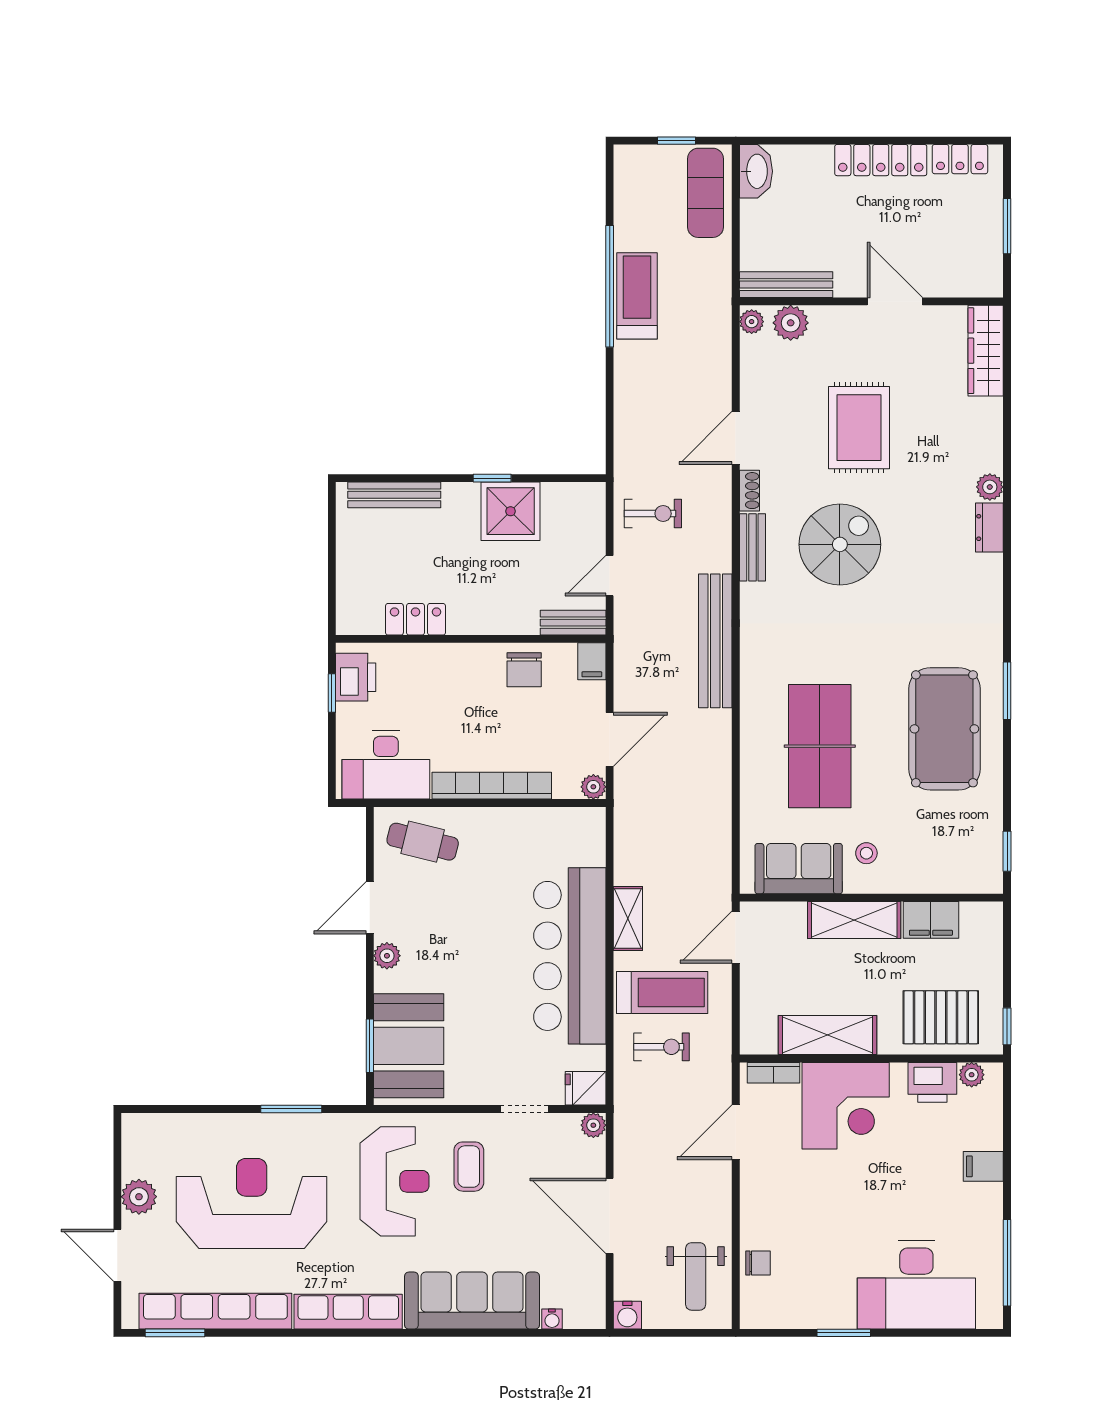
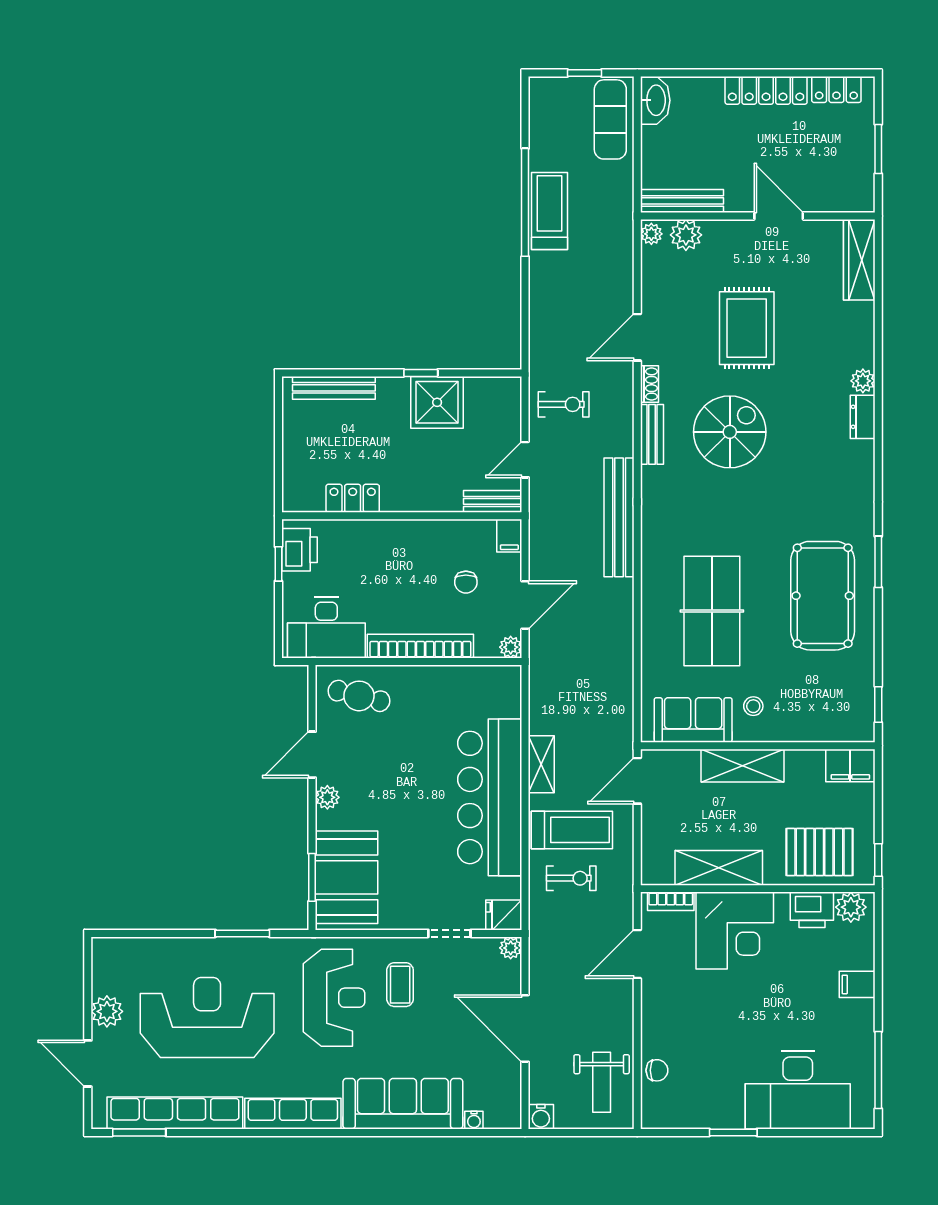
chair: (524, 670) -> (466, 582), moved, width x0.73, depth x0.73
filing cabinet: (931, 920) -> (850, 765), moved
plant: (972, 1075) -> (851, 907), width x1.38, depth x1.38

